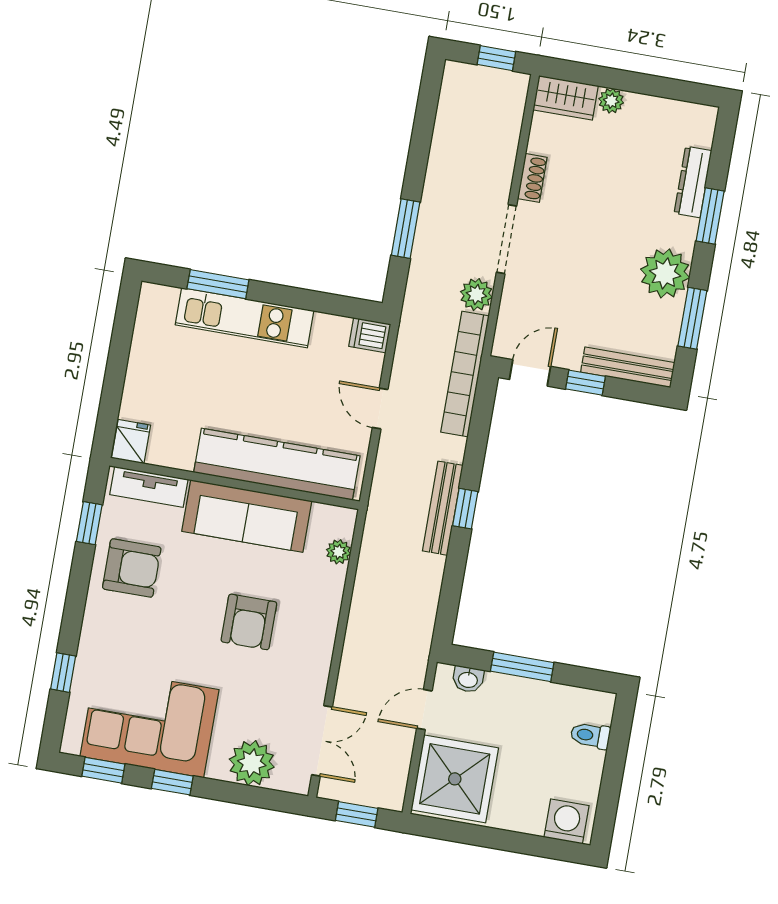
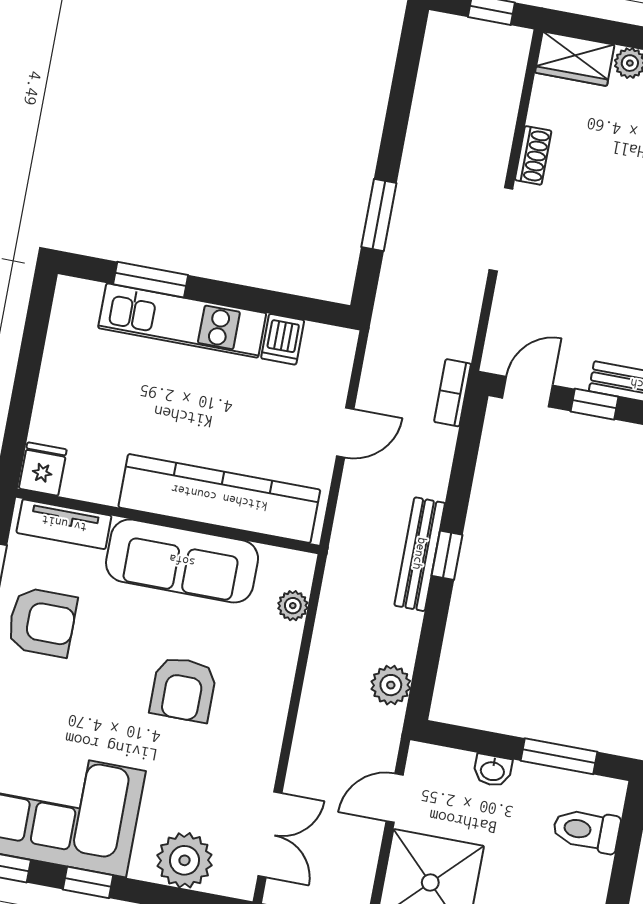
plant: (476, 295) -> (391, 685), moved
dishwasher: (370, 335) -> (283, 339), moved, turned -90
bookcase: (465, 374) -> (453, 393), width x0.43, depth x0.76
door: (380, 408) -> (345, 432), swing flipped
window: (522, 667) -> (559, 756), moved
washbasin: (468, 679) -> (493, 770), moved
toilet: (590, 735) -> (586, 830), width x1.37, depth x1.39

